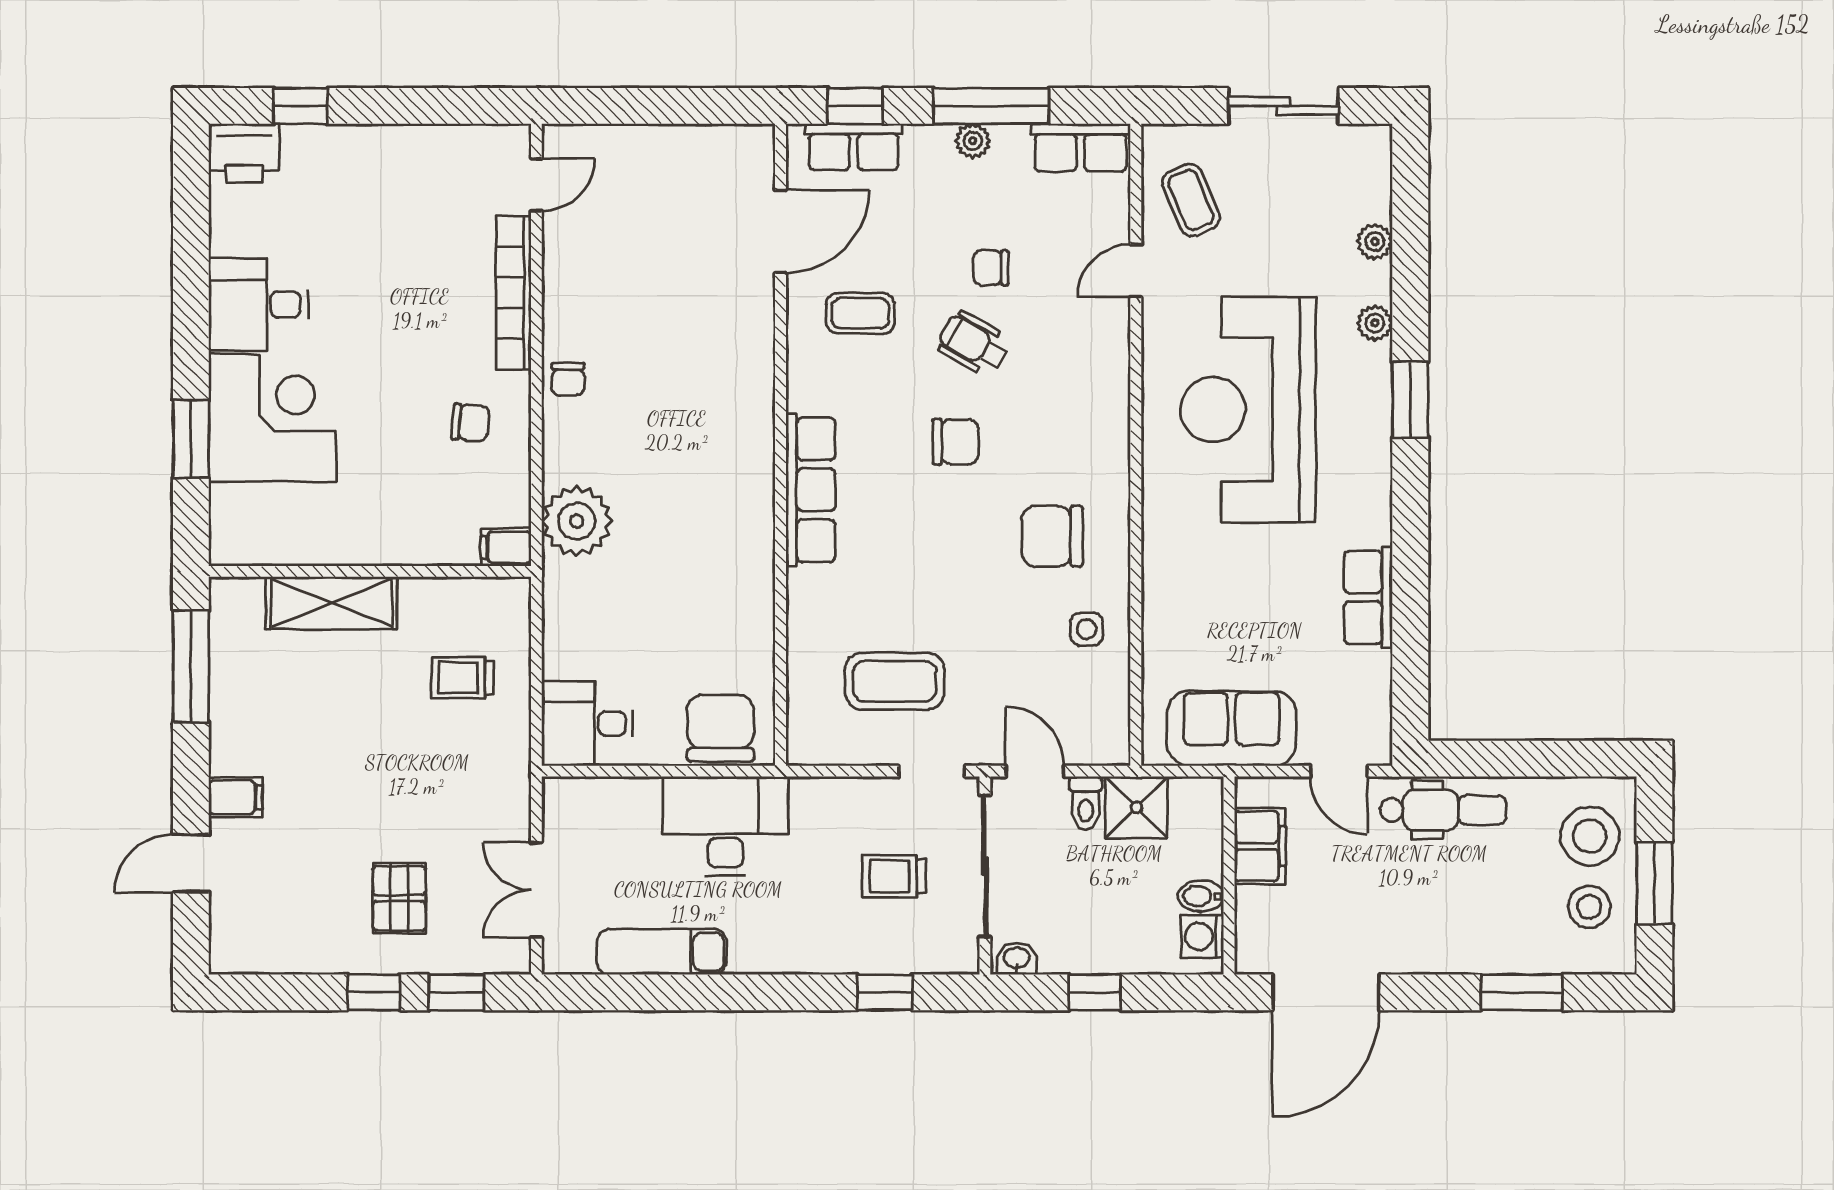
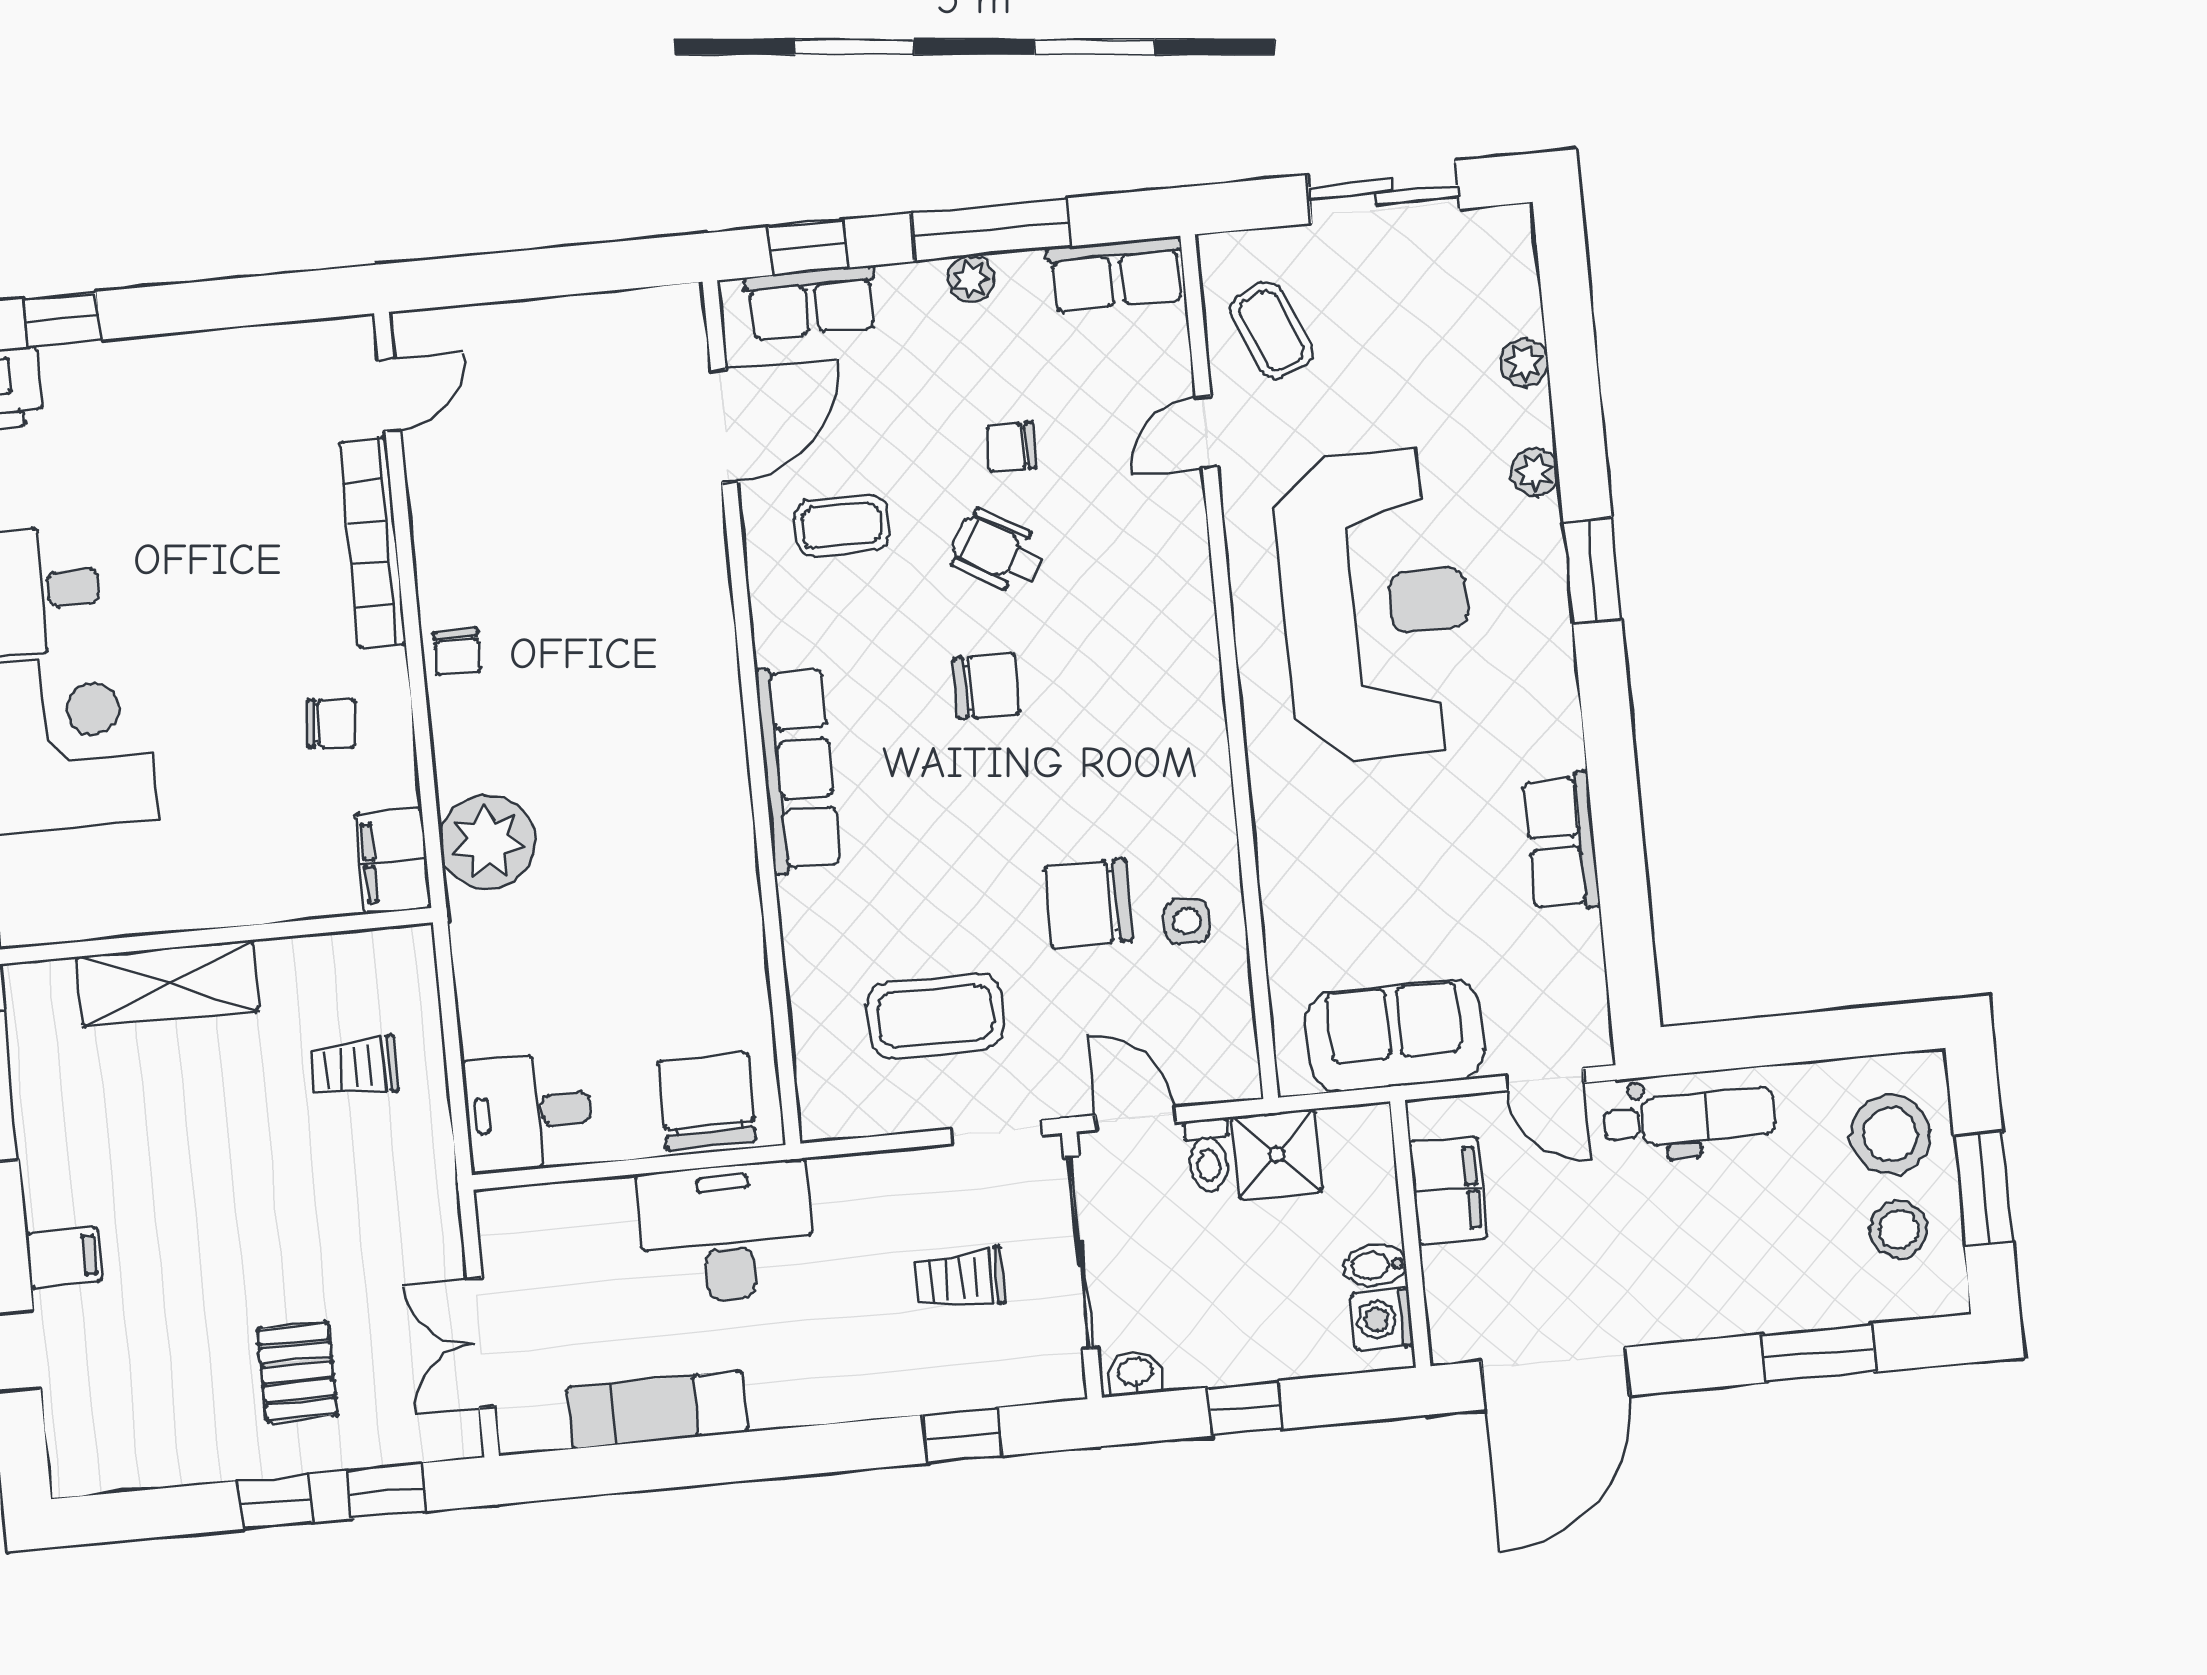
reception desk: (1248, 410) -> (1376, 605), turned 180
chair: (1052, 536) -> (1088, 904), moved
filing cabinet: (506, 547) -> (393, 861), width x2.00

